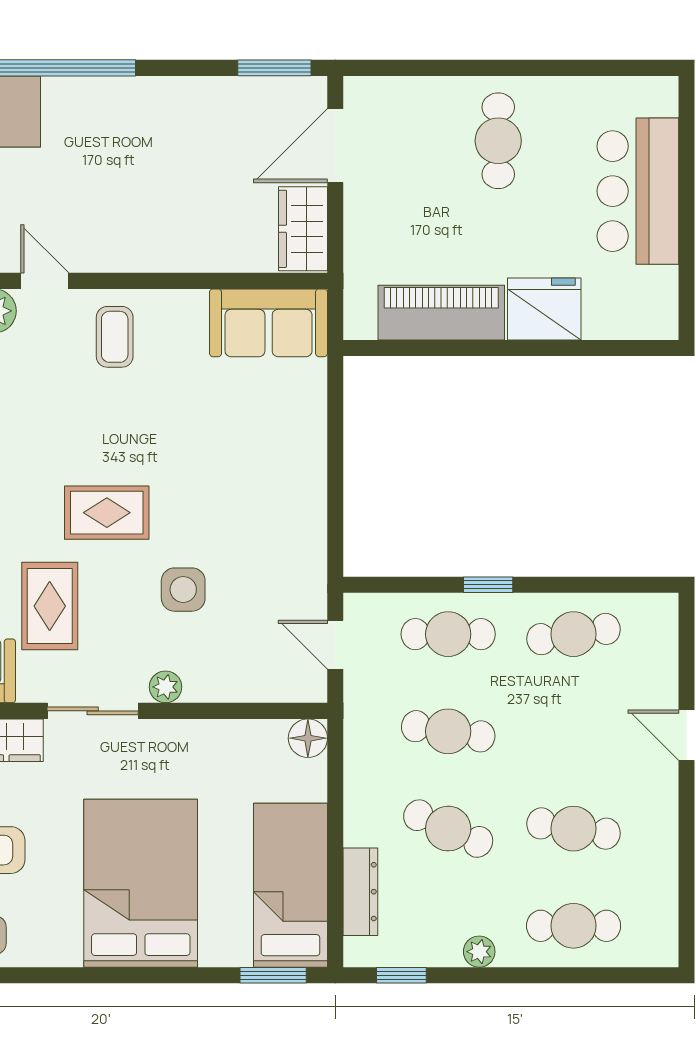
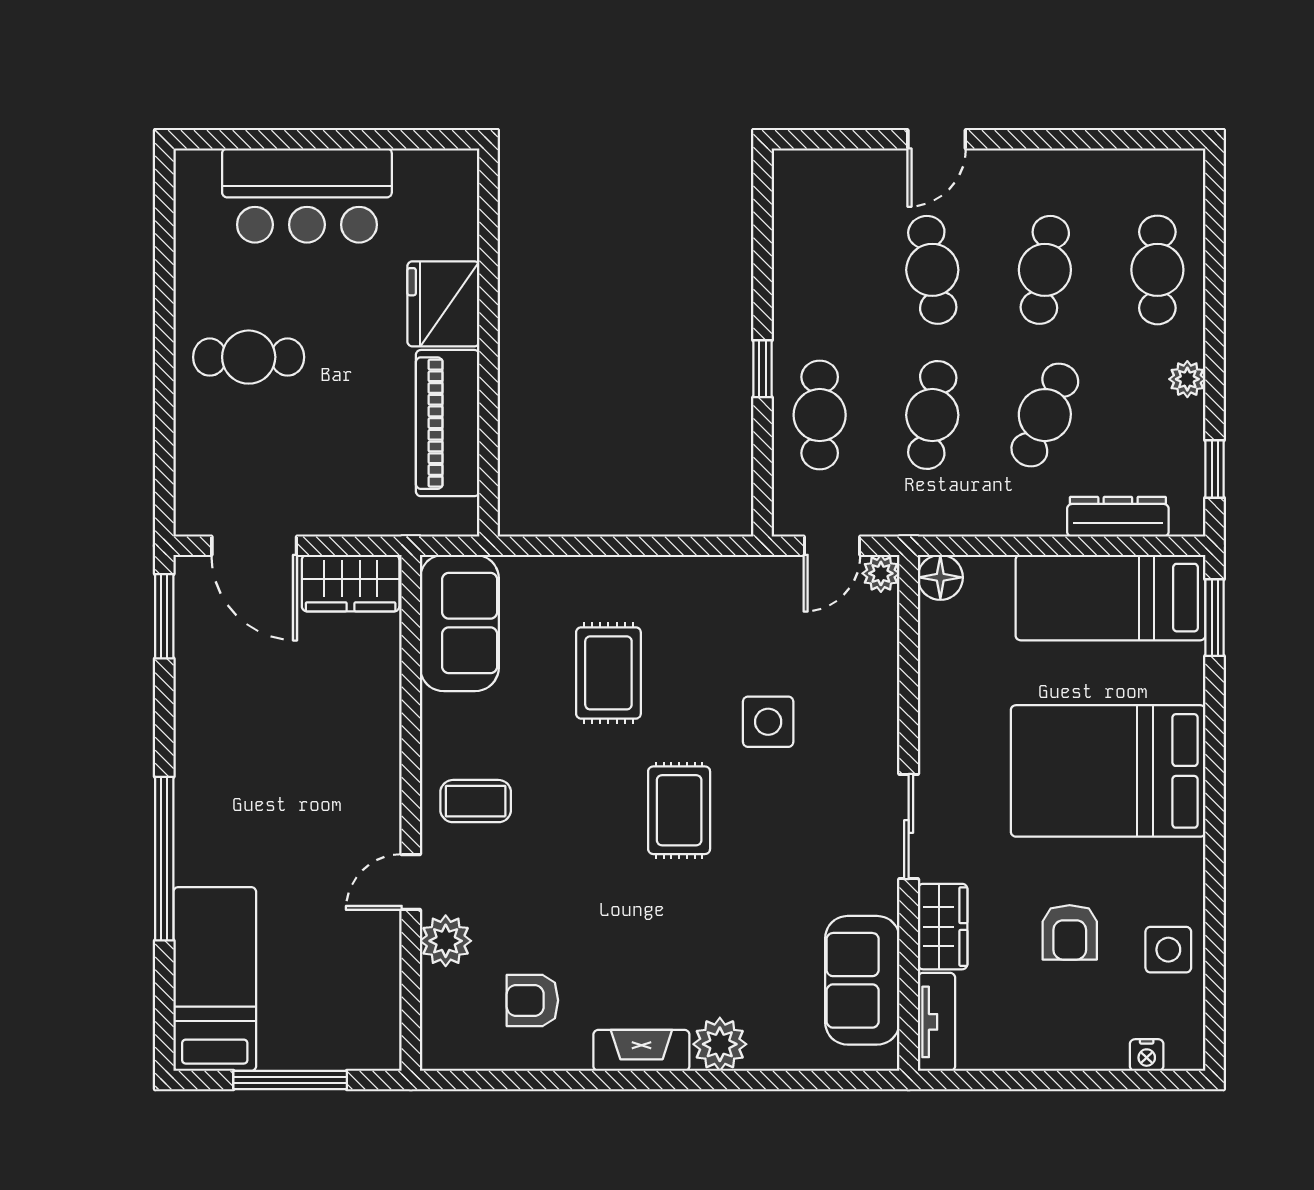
rug: (50, 606) -> (608, 673), moved, turned 90
cafe table: (574, 634) -> (932, 270), moved
plant: (166, 687) -> (881, 573), moved

